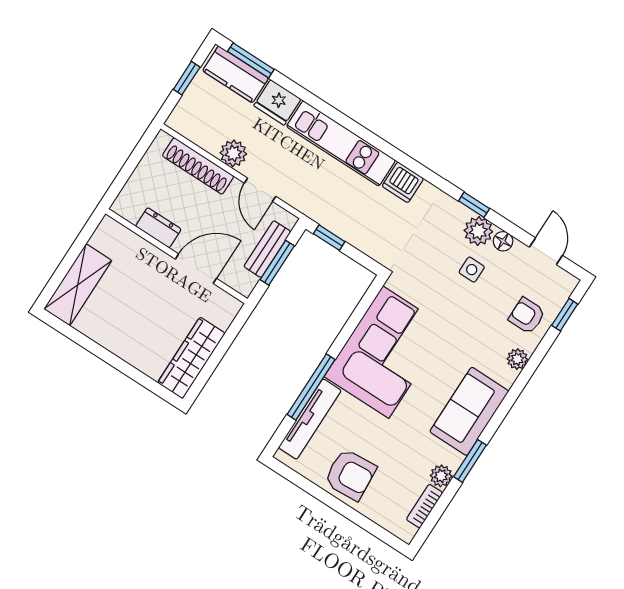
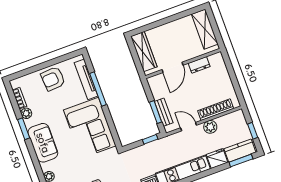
dresser: (158, 228) -> (199, 65), moved
wall: (177, 256) -> (183, 64), moved
door: (196, 269) -> (173, 67), moved

